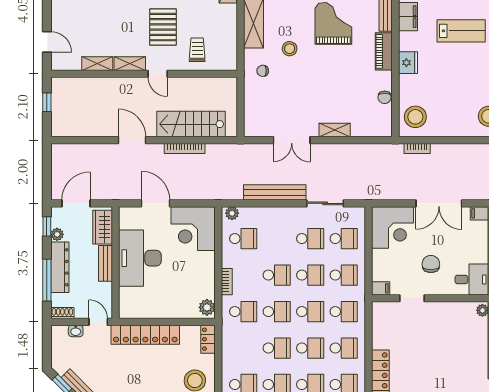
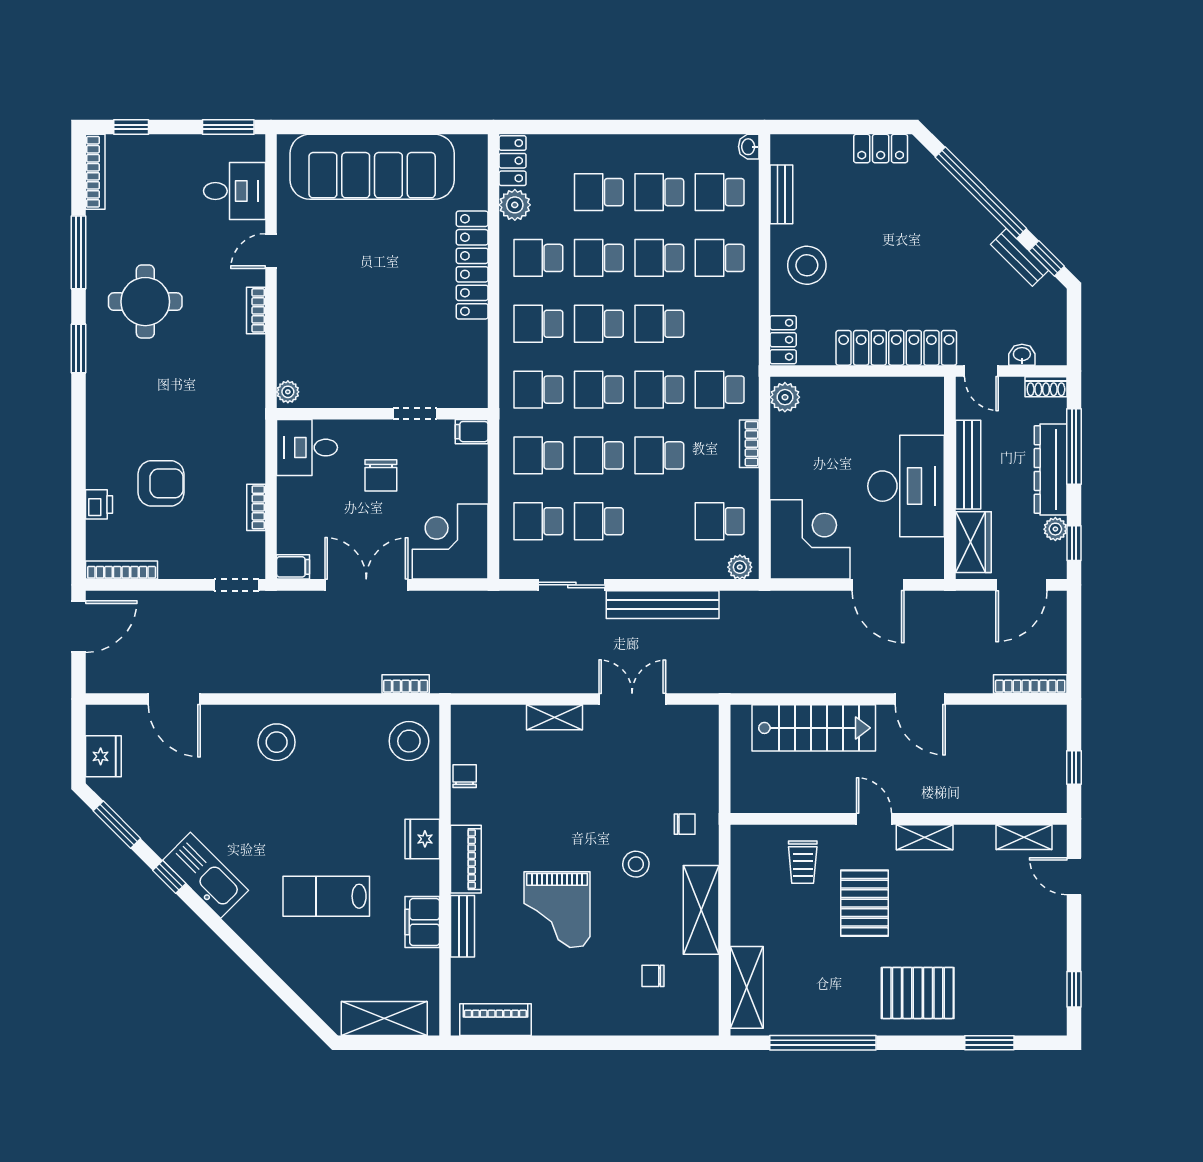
shelving: (97, 64) -> (1024, 837), moved
bookcase: (185, 148) -> (1030, 684), moved
bench: (106, 263) -> (968, 465), width x1.36

